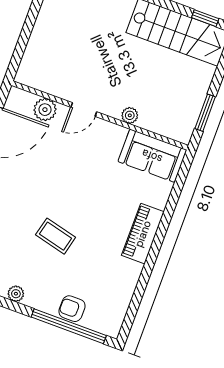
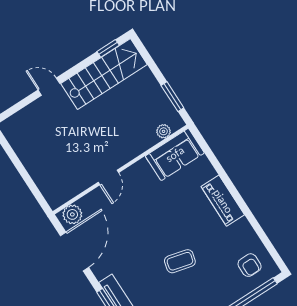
plant: (45, 110) -> (72, 214), moved
plant: (130, 115) -> (163, 131), moved
armchair: (72, 309) -> (250, 265), moved, turned -90

